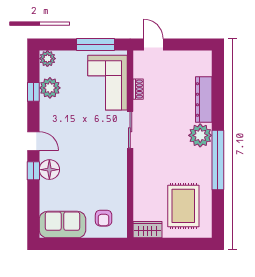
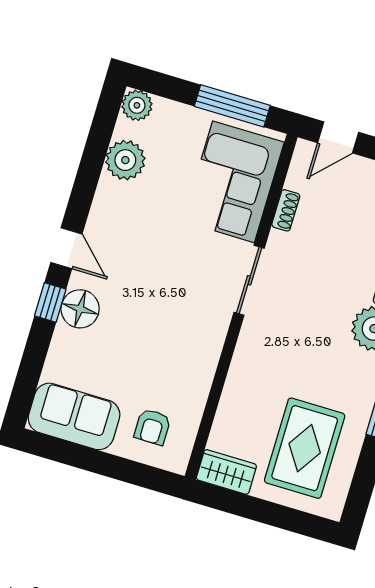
door: (154, 45) -> (338, 137), swing flipped
window: (33, 92) -> (93, 158), removed

